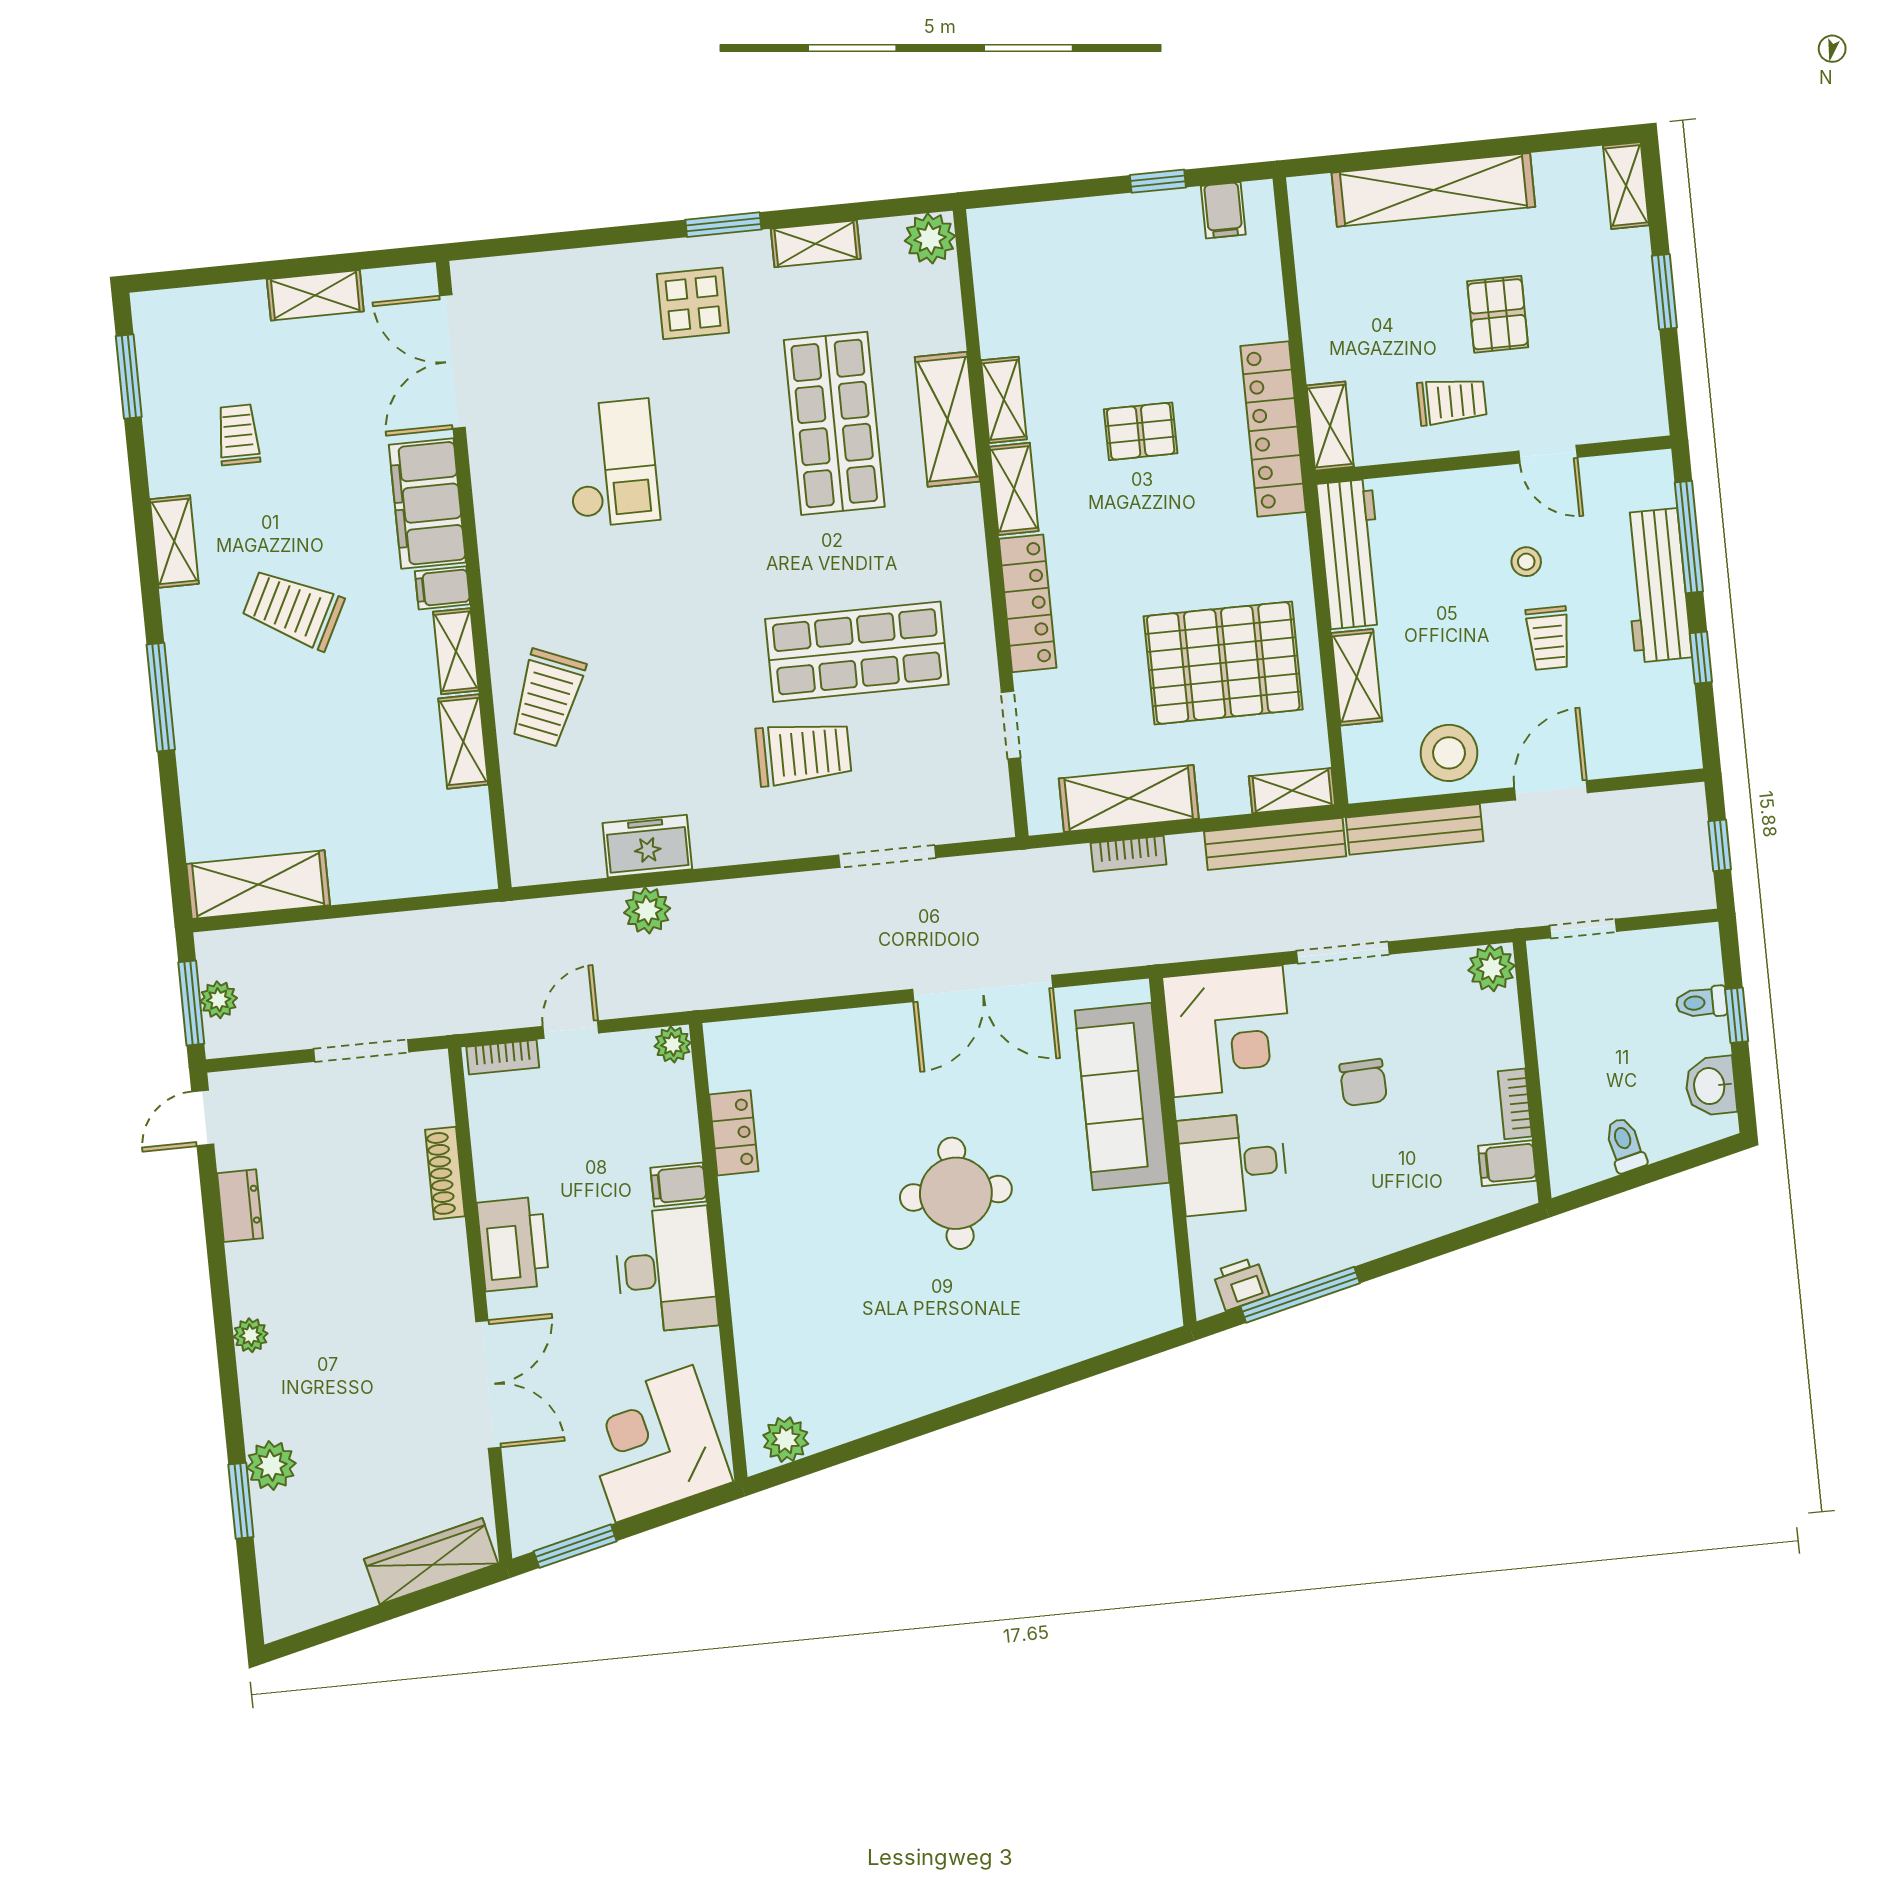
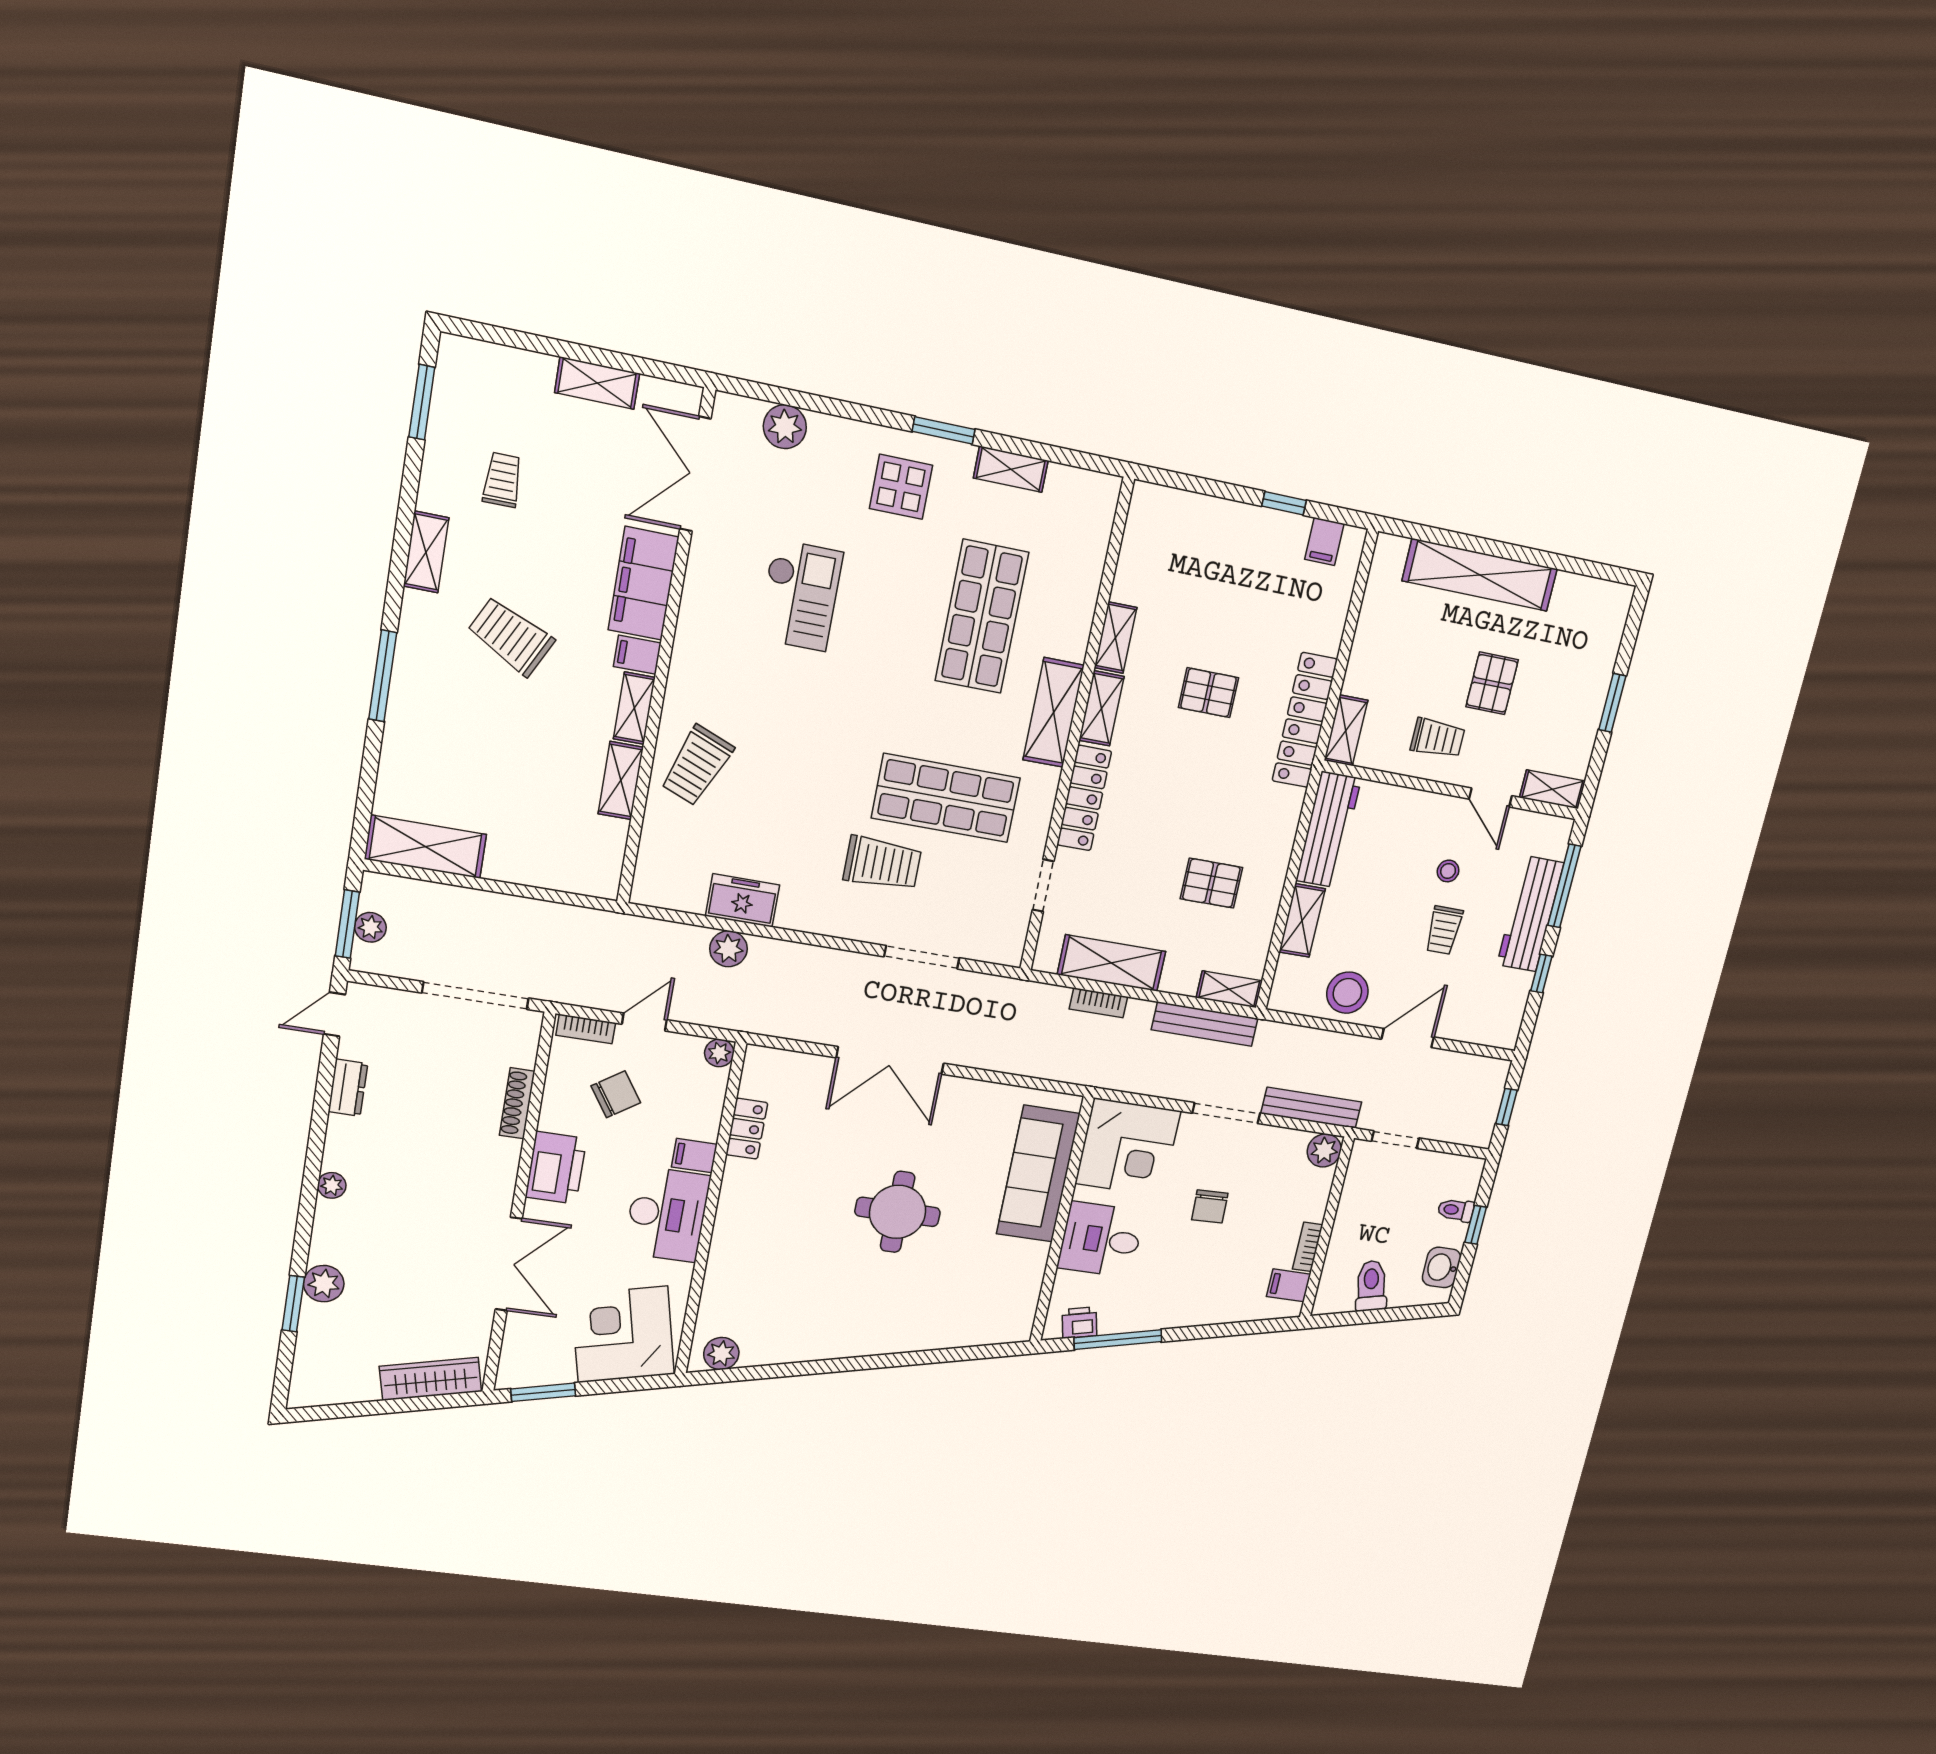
shelving: (1626, 186) -> (1552, 789), moved, turned 90
plant: (930, 238) -> (785, 427), moved
shelving: (947, 419) -> (1053, 713), moved
pallet: (1223, 663) -> (1211, 883), width x0.49, depth x0.50
bench: (1415, 829) -> (1311, 1108), moved
double door: (983, 989) -> (890, 1060), moved
doorway: (361, 1051) -> (475, 996), width x1.36
chair: (561, 1131) -> (616, 1094), added
toilet: (1625, 1145) -> (1371, 1286), width x1.37, depth x1.39

